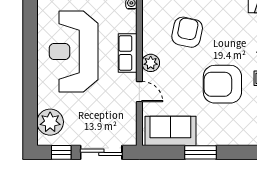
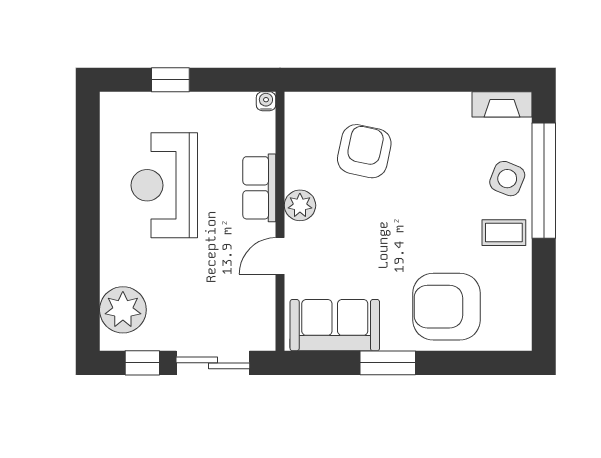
reception desk: (74, 51) -> (164, 185), width x0.74, depth x0.77
armchair: (222, 84) -> (447, 307), moved
door: (139, 92) -> (280, 256), swing flipped

